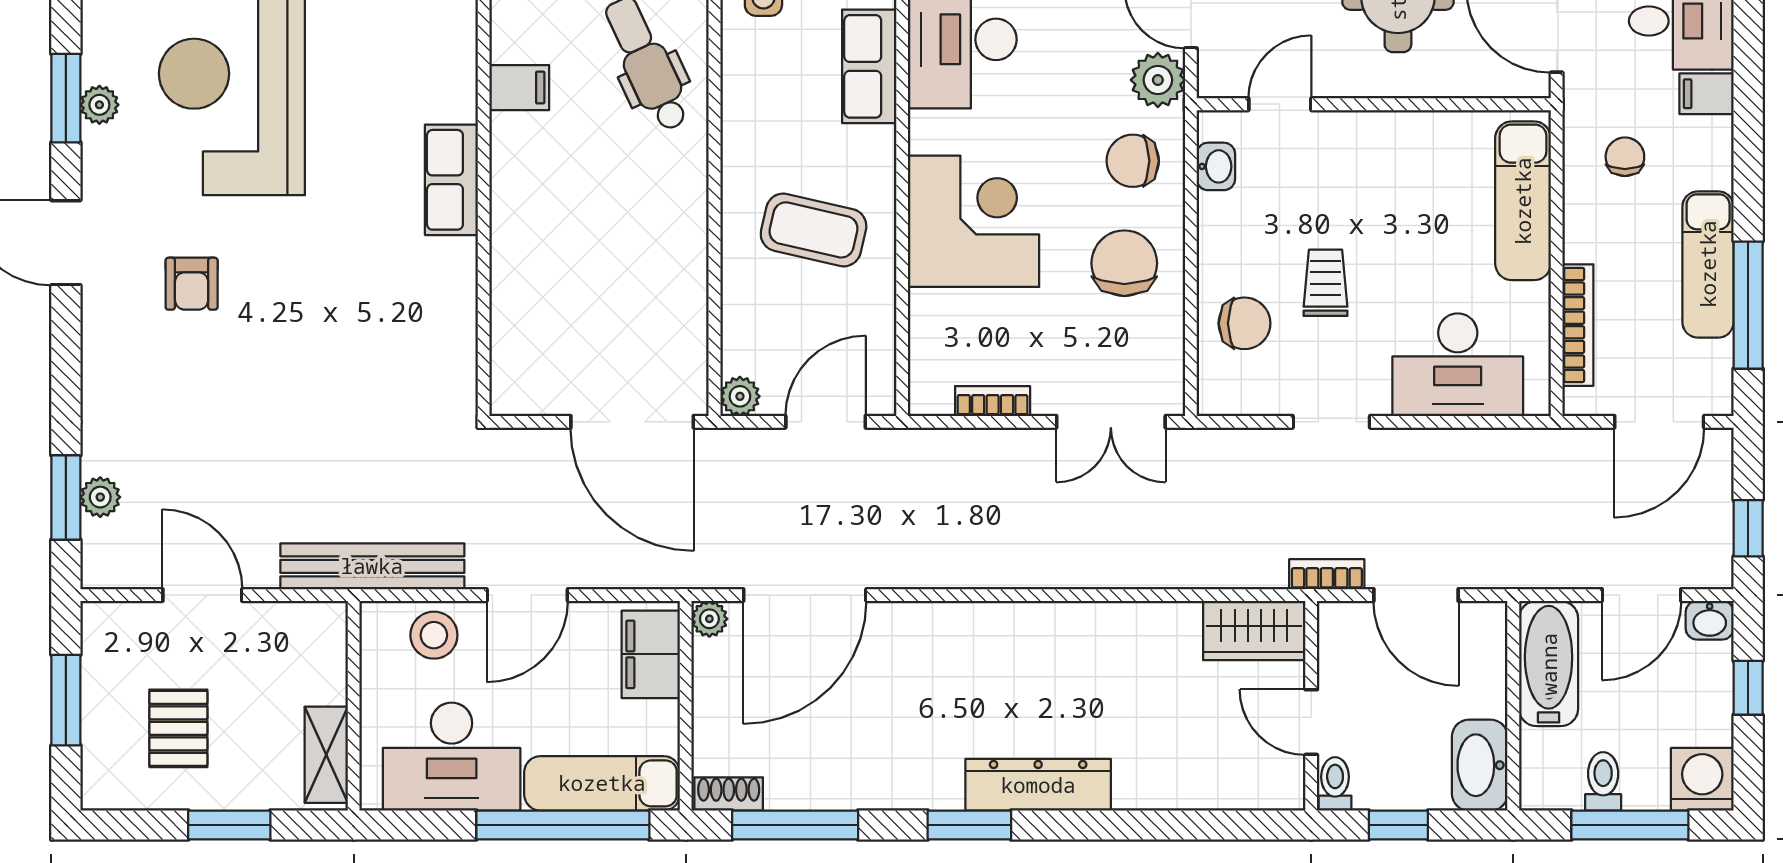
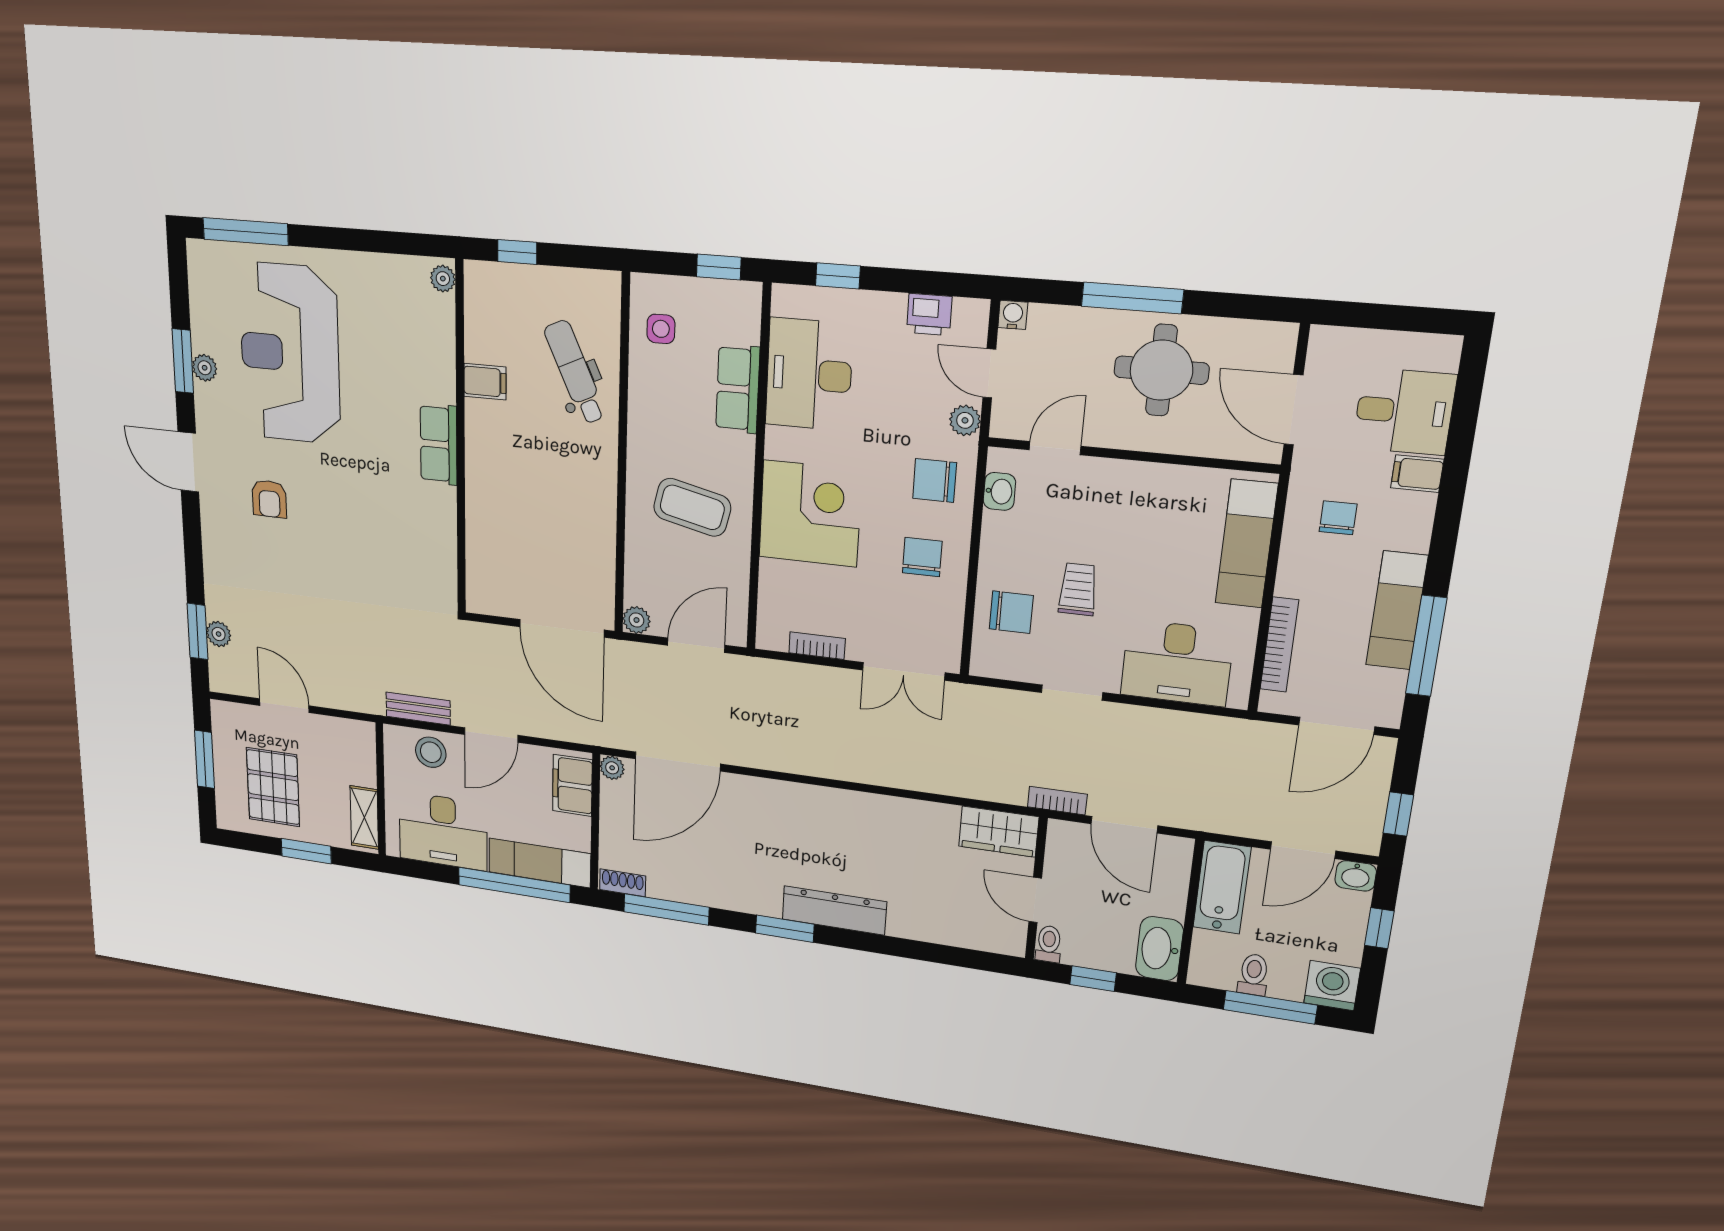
plant: (1158, 80) -> (965, 420), width x0.73, depth x0.73
chair: (1124, 263) -> (922, 557), width x0.73, depth x0.73
bench: (372, 566) -> (418, 709), width x0.54, depth x0.82
pallet: (178, 728) -> (273, 787), width x1.50, depth x1.42

